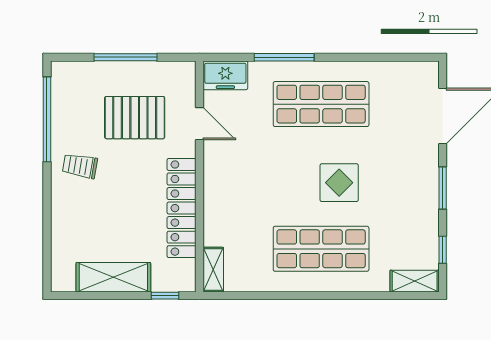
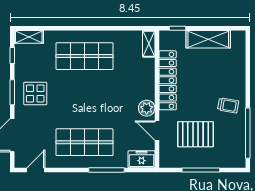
door: (403, 57) -> (36, 170), added
plant: (217, 161) -> (147, 108), added
display table: (339, 183) -> (35, 93), moved

